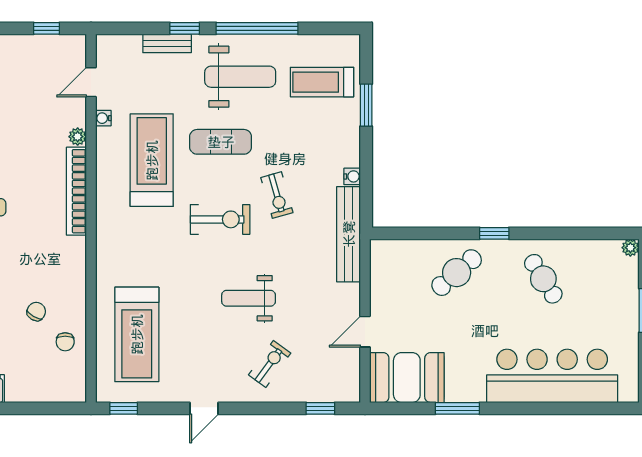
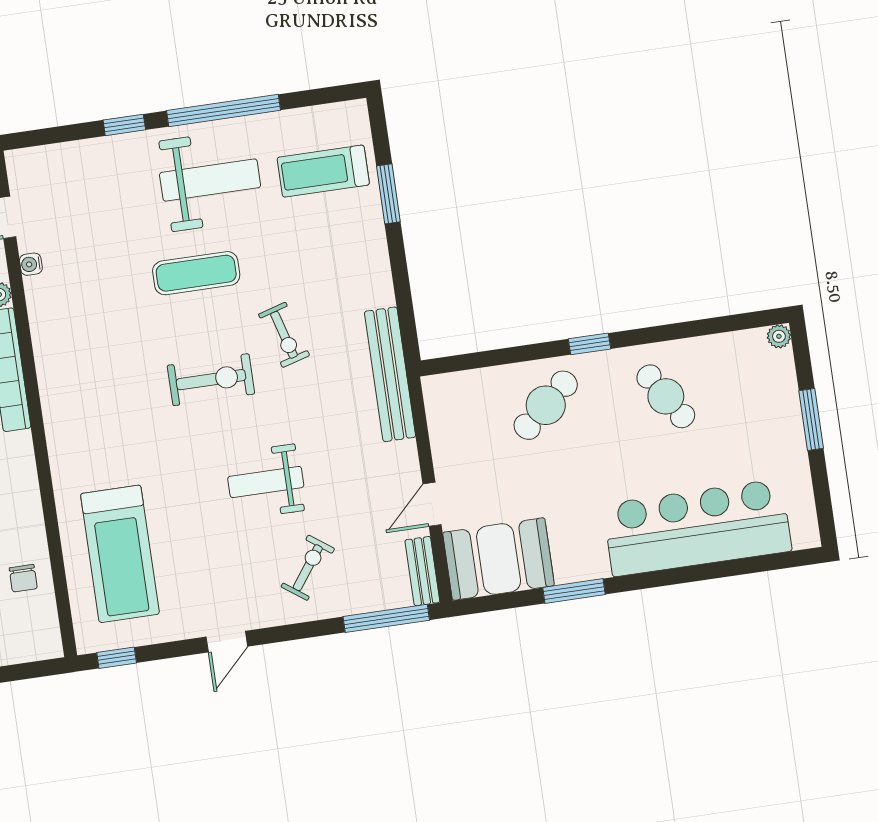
bench: (167, 43) -> (422, 571), moved, turned 90
treadmill: (152, 160) -> (105, 312), removed
water cooler: (352, 176) -> (383, 294), removed
window: (320, 408) -> (386, 618), width x2.17

